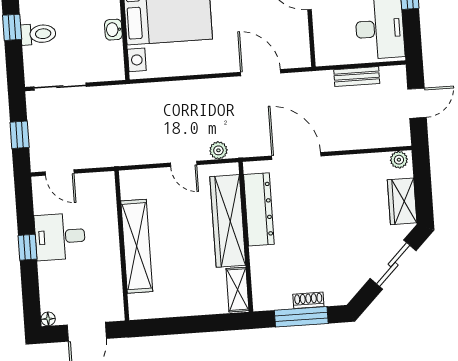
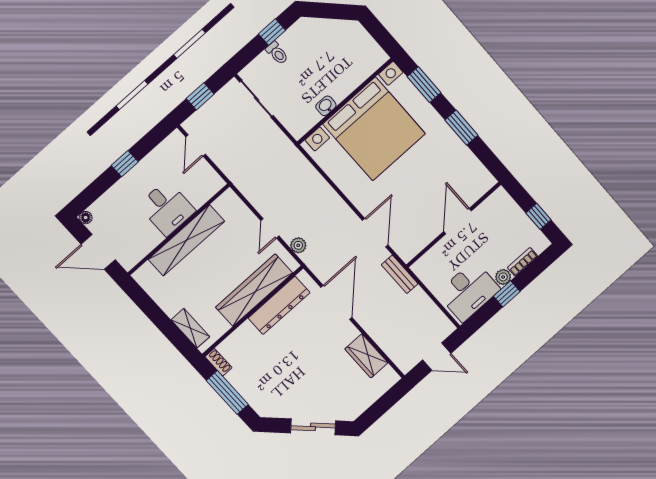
toilet: (38, 34) -> (277, 53), width x0.73, depth x0.72
bench: (357, 77) -> (400, 274), moved
plant: (399, 160) -> (388, 375), removed
wardrobe: (402, 201) -> (366, 356), moved, turned -90
desk: (60, 237) -> (167, 208), moved, turned 180
shelving: (238, 290) -> (190, 328), moved, turned 90
shoe rack: (308, 300) -> (219, 362), moved

